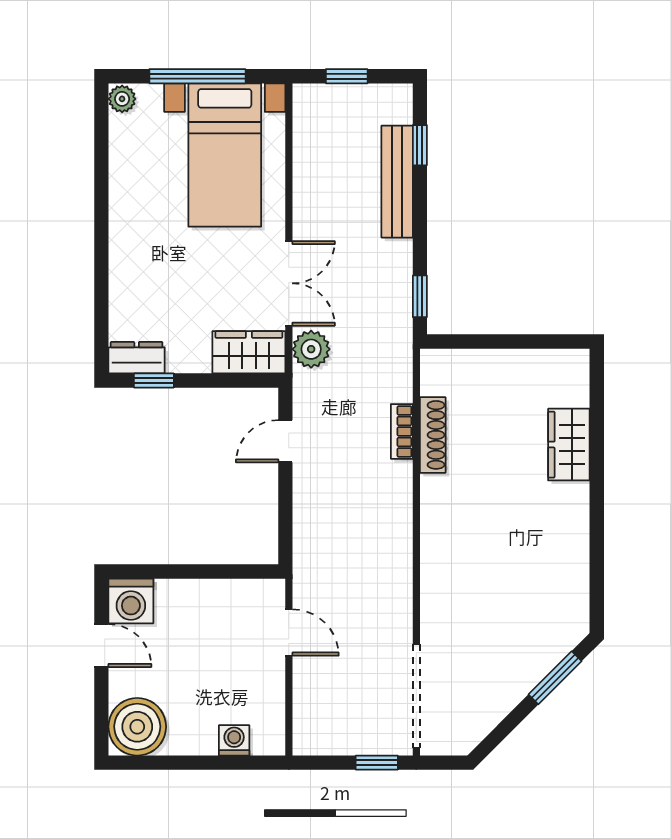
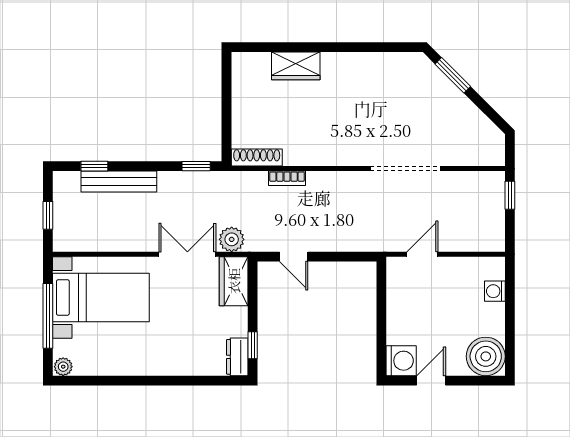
shoe rack: (433, 435) -> (257, 158), moved
doorway: (416, 696) -> (405, 169), moved

